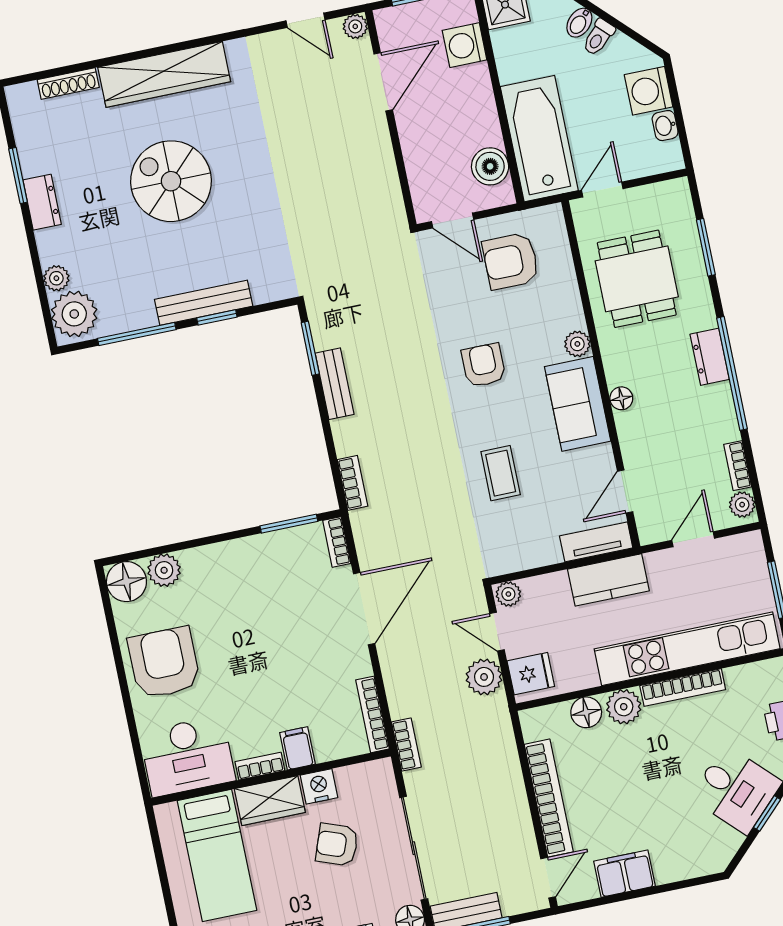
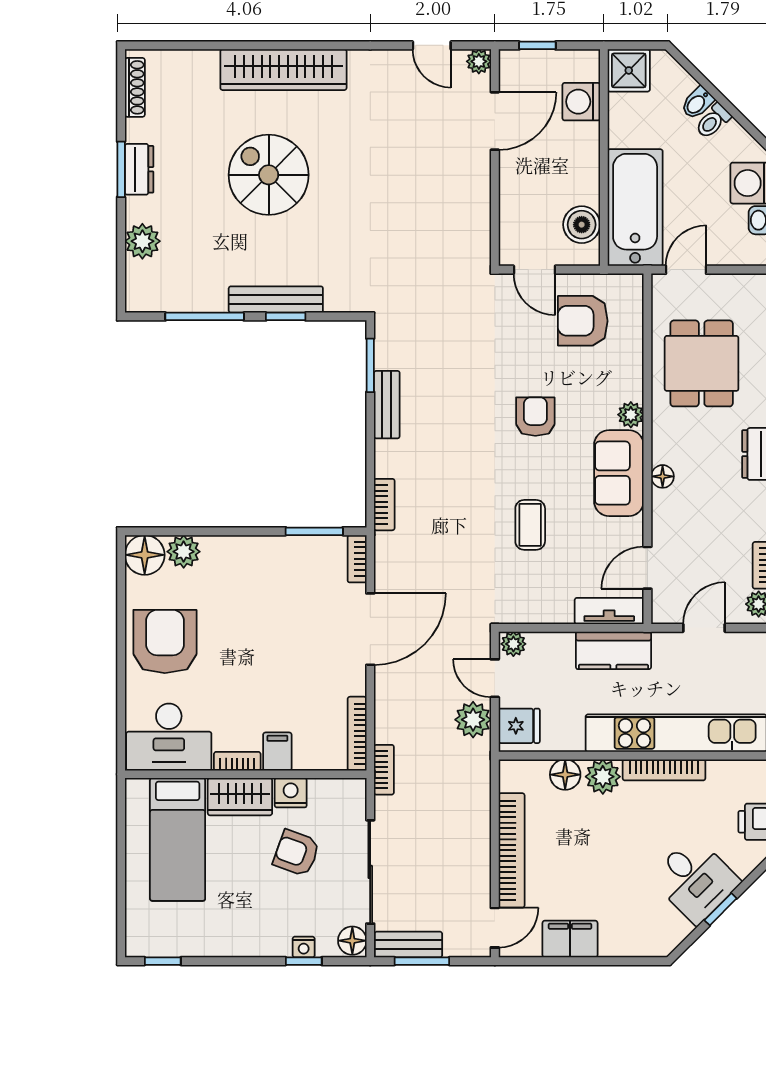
shoe rack: (68, 84) -> (135, 87), moved, turned -90
window: (18, 175) -> (121, 169), moved
plant: (56, 278) -> (142, 241), width x1.38, depth x1.38
plant: (74, 314) -> (148, 284), removed

